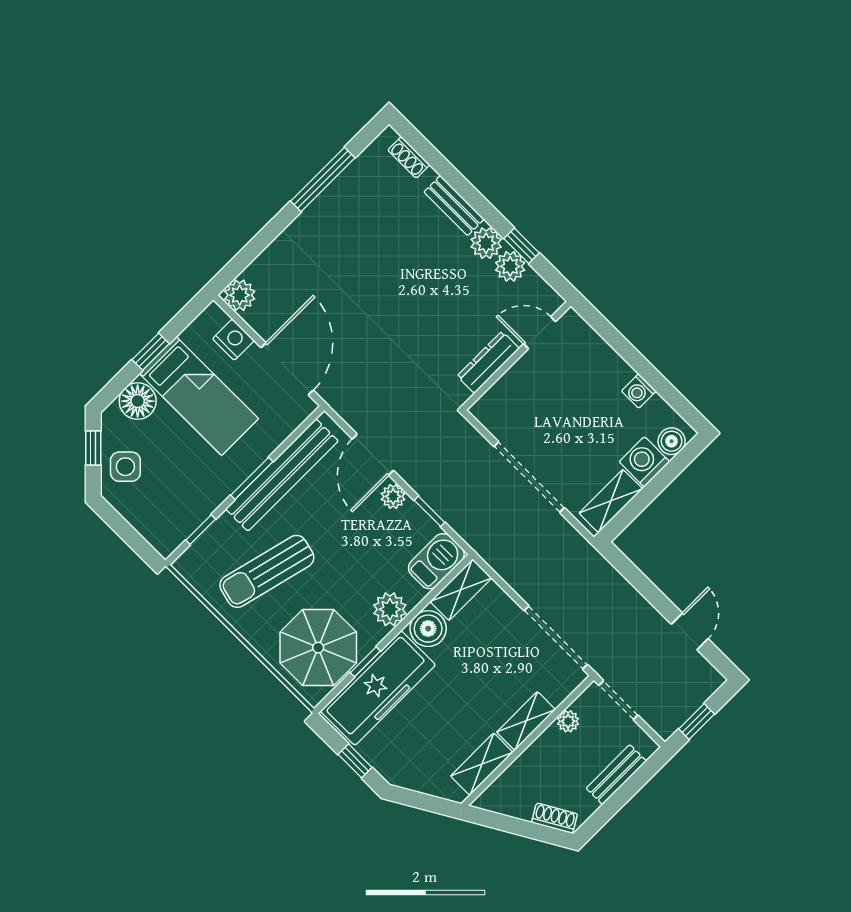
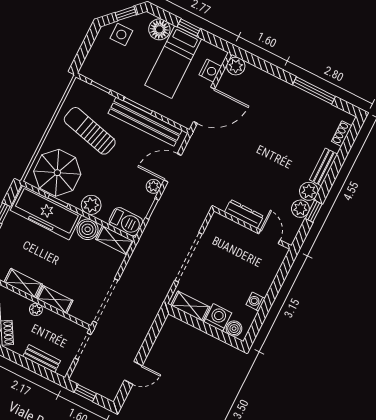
side table: (125, 467) -> (121, 35), turned 45
plant: (568, 721) -> (36, 309), moved

